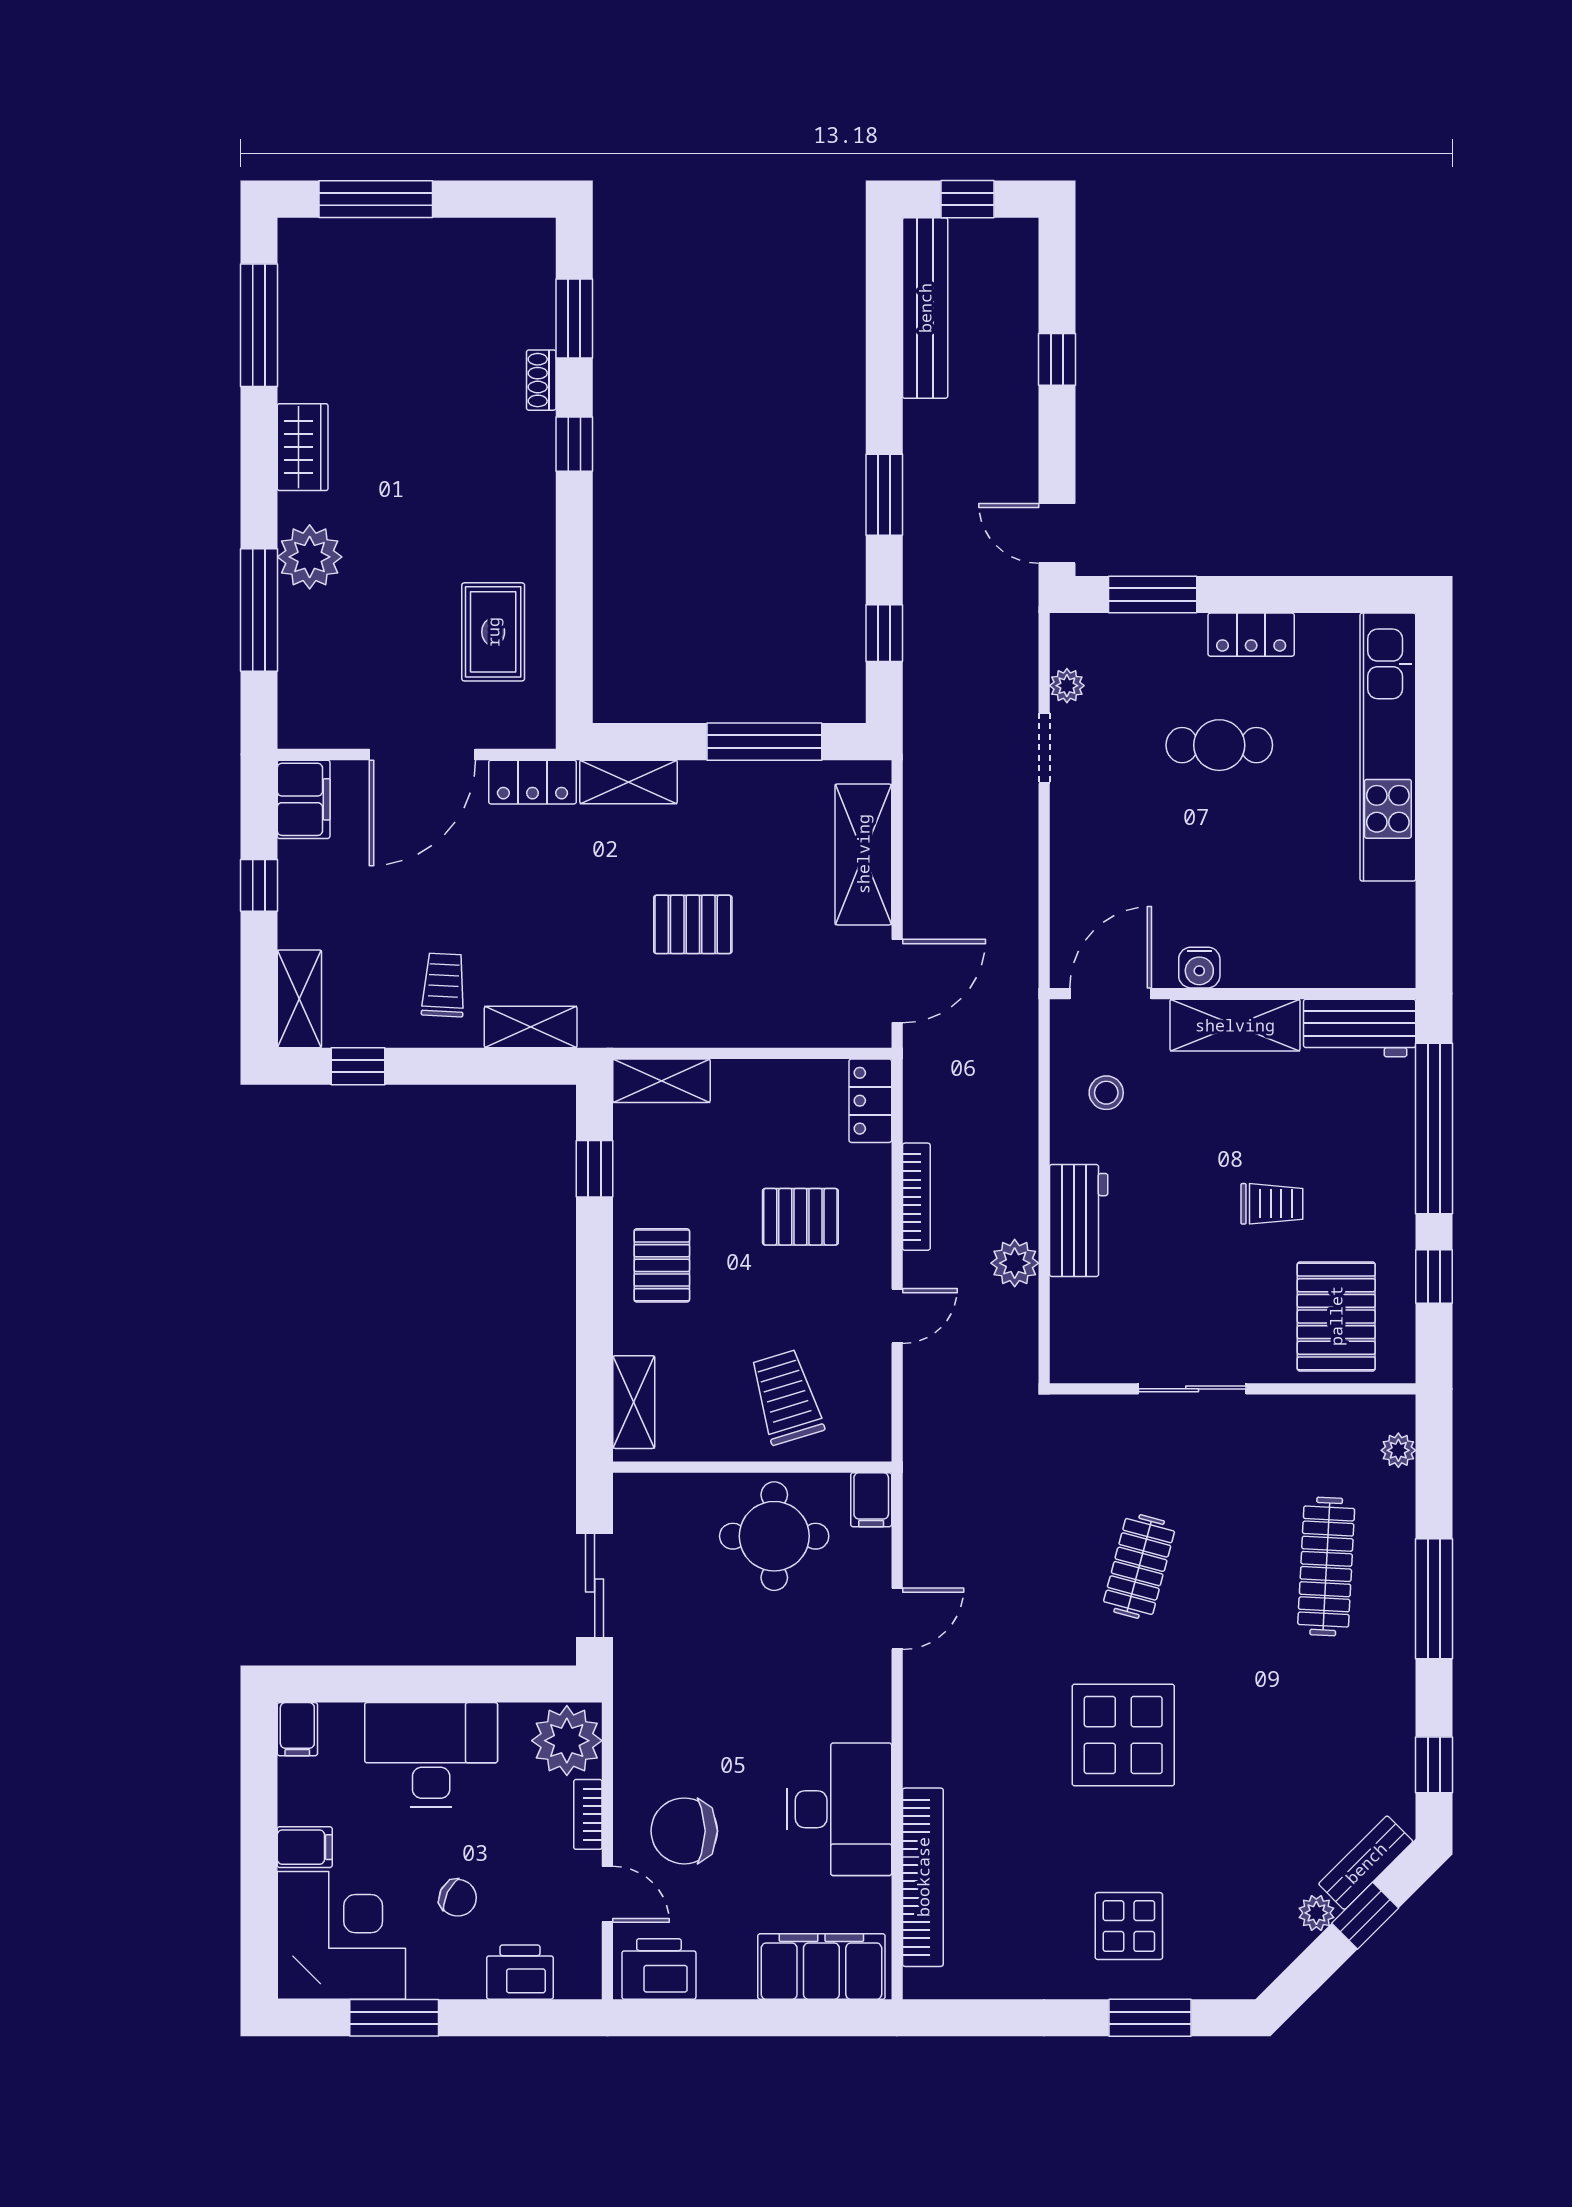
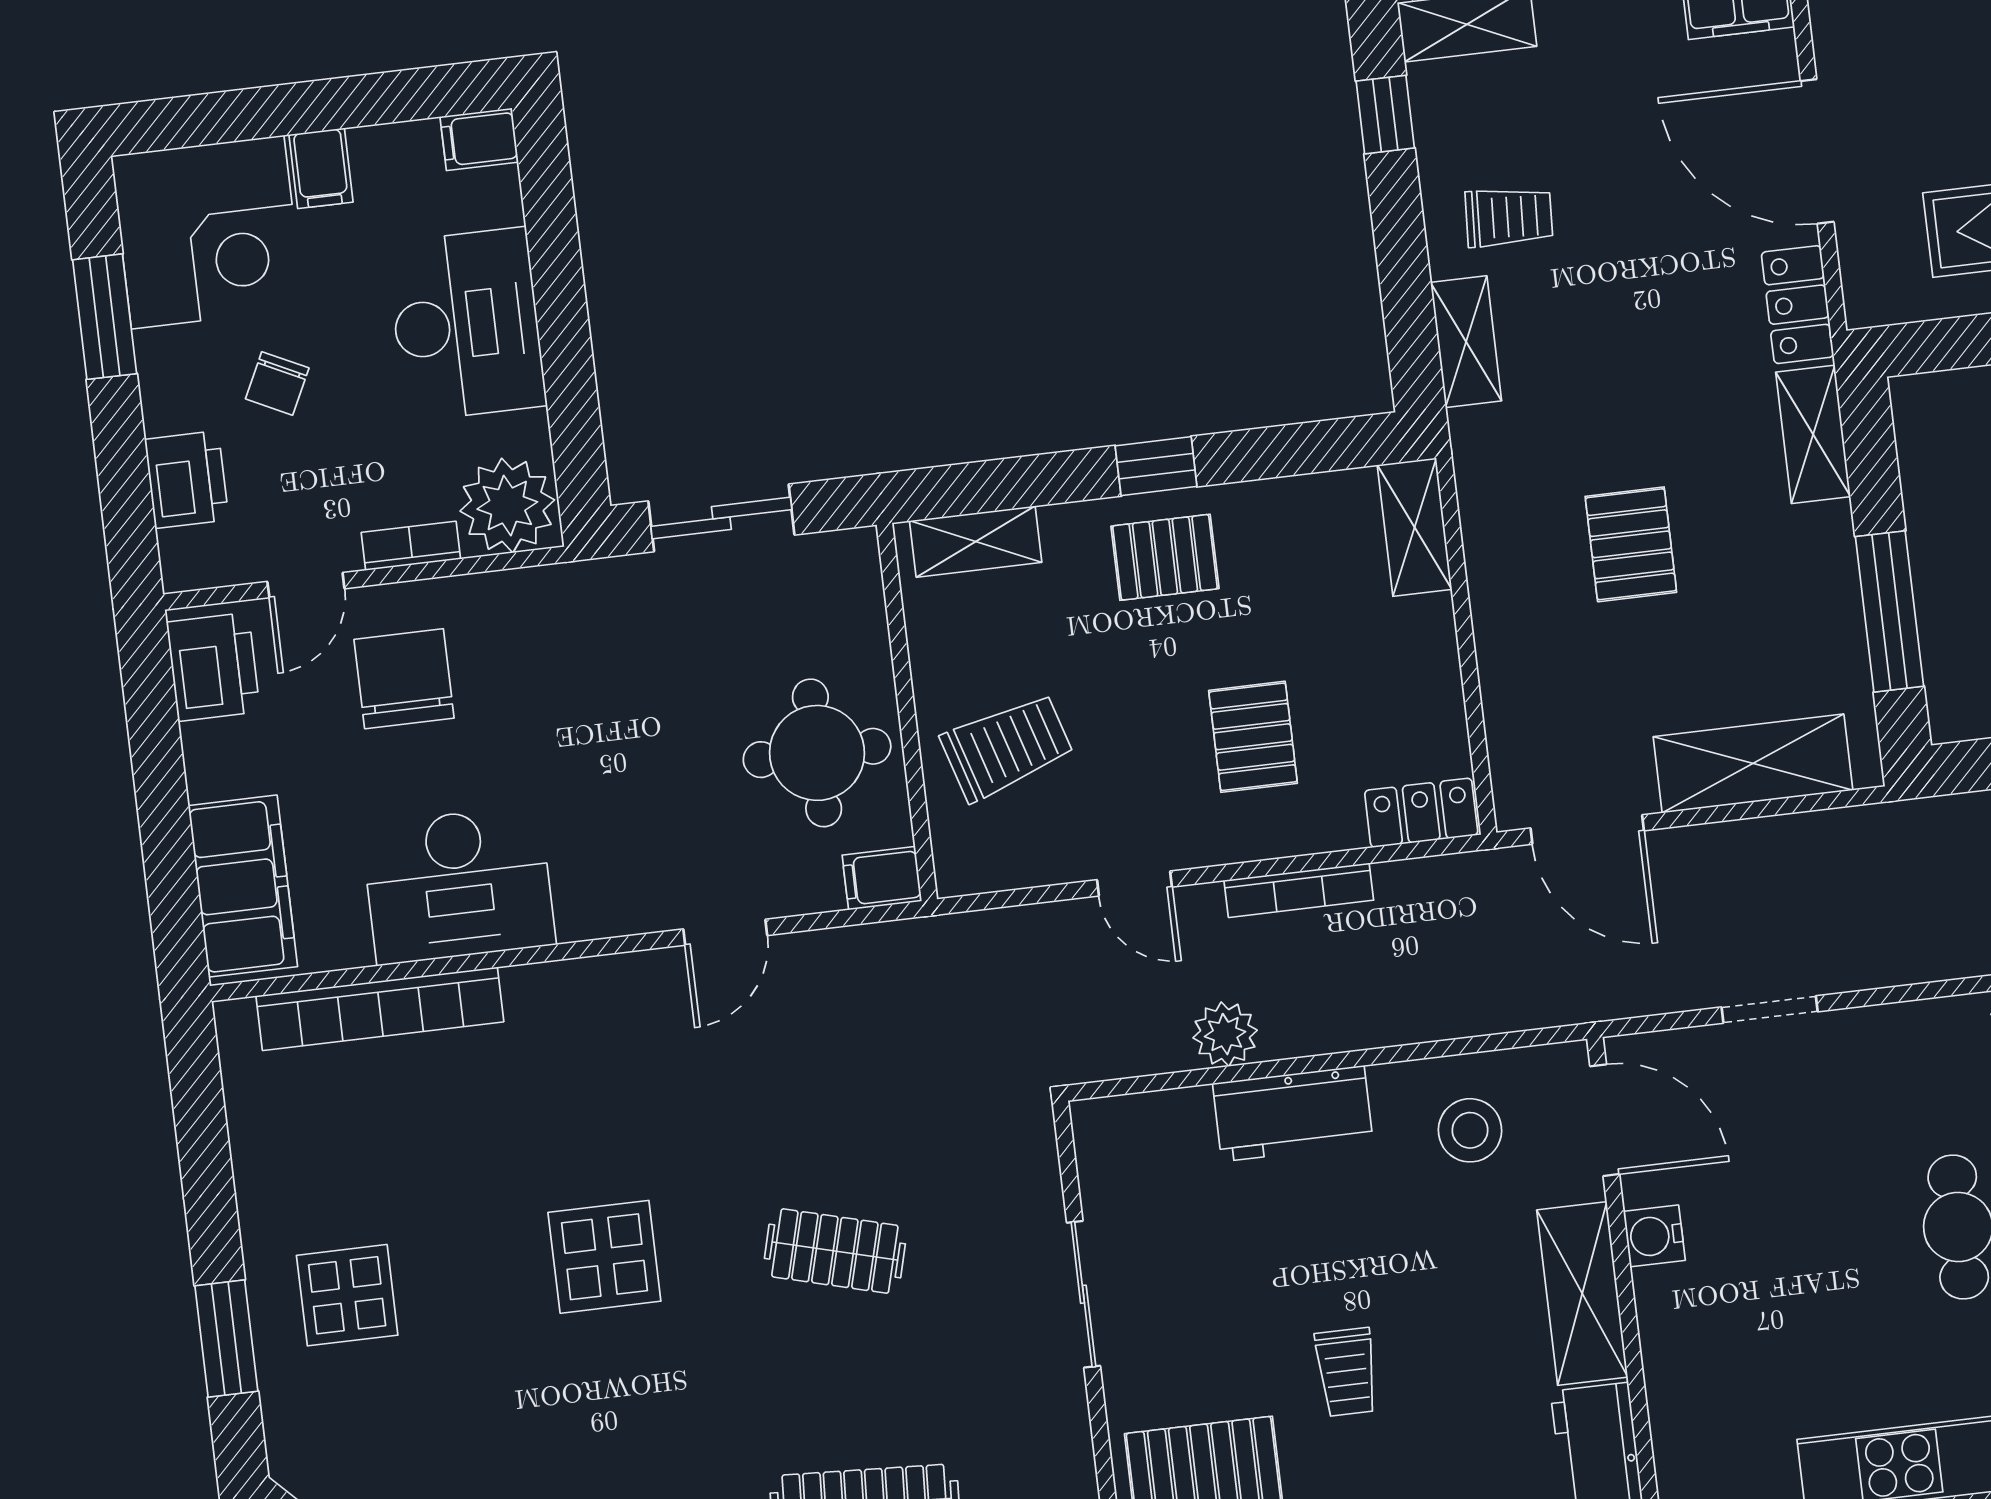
doorway: (1044, 748) -> (1770, 1009), moved
stool: (1106, 1093) -> (1470, 1130), width x1.37, depth x1.37
window: (595, 1169) -> (1156, 466), moved
door: (897, 1619) -> (725, 932), hinge flipped
display table: (1123, 1735) -> (604, 1257), width x0.73, depth x0.73

